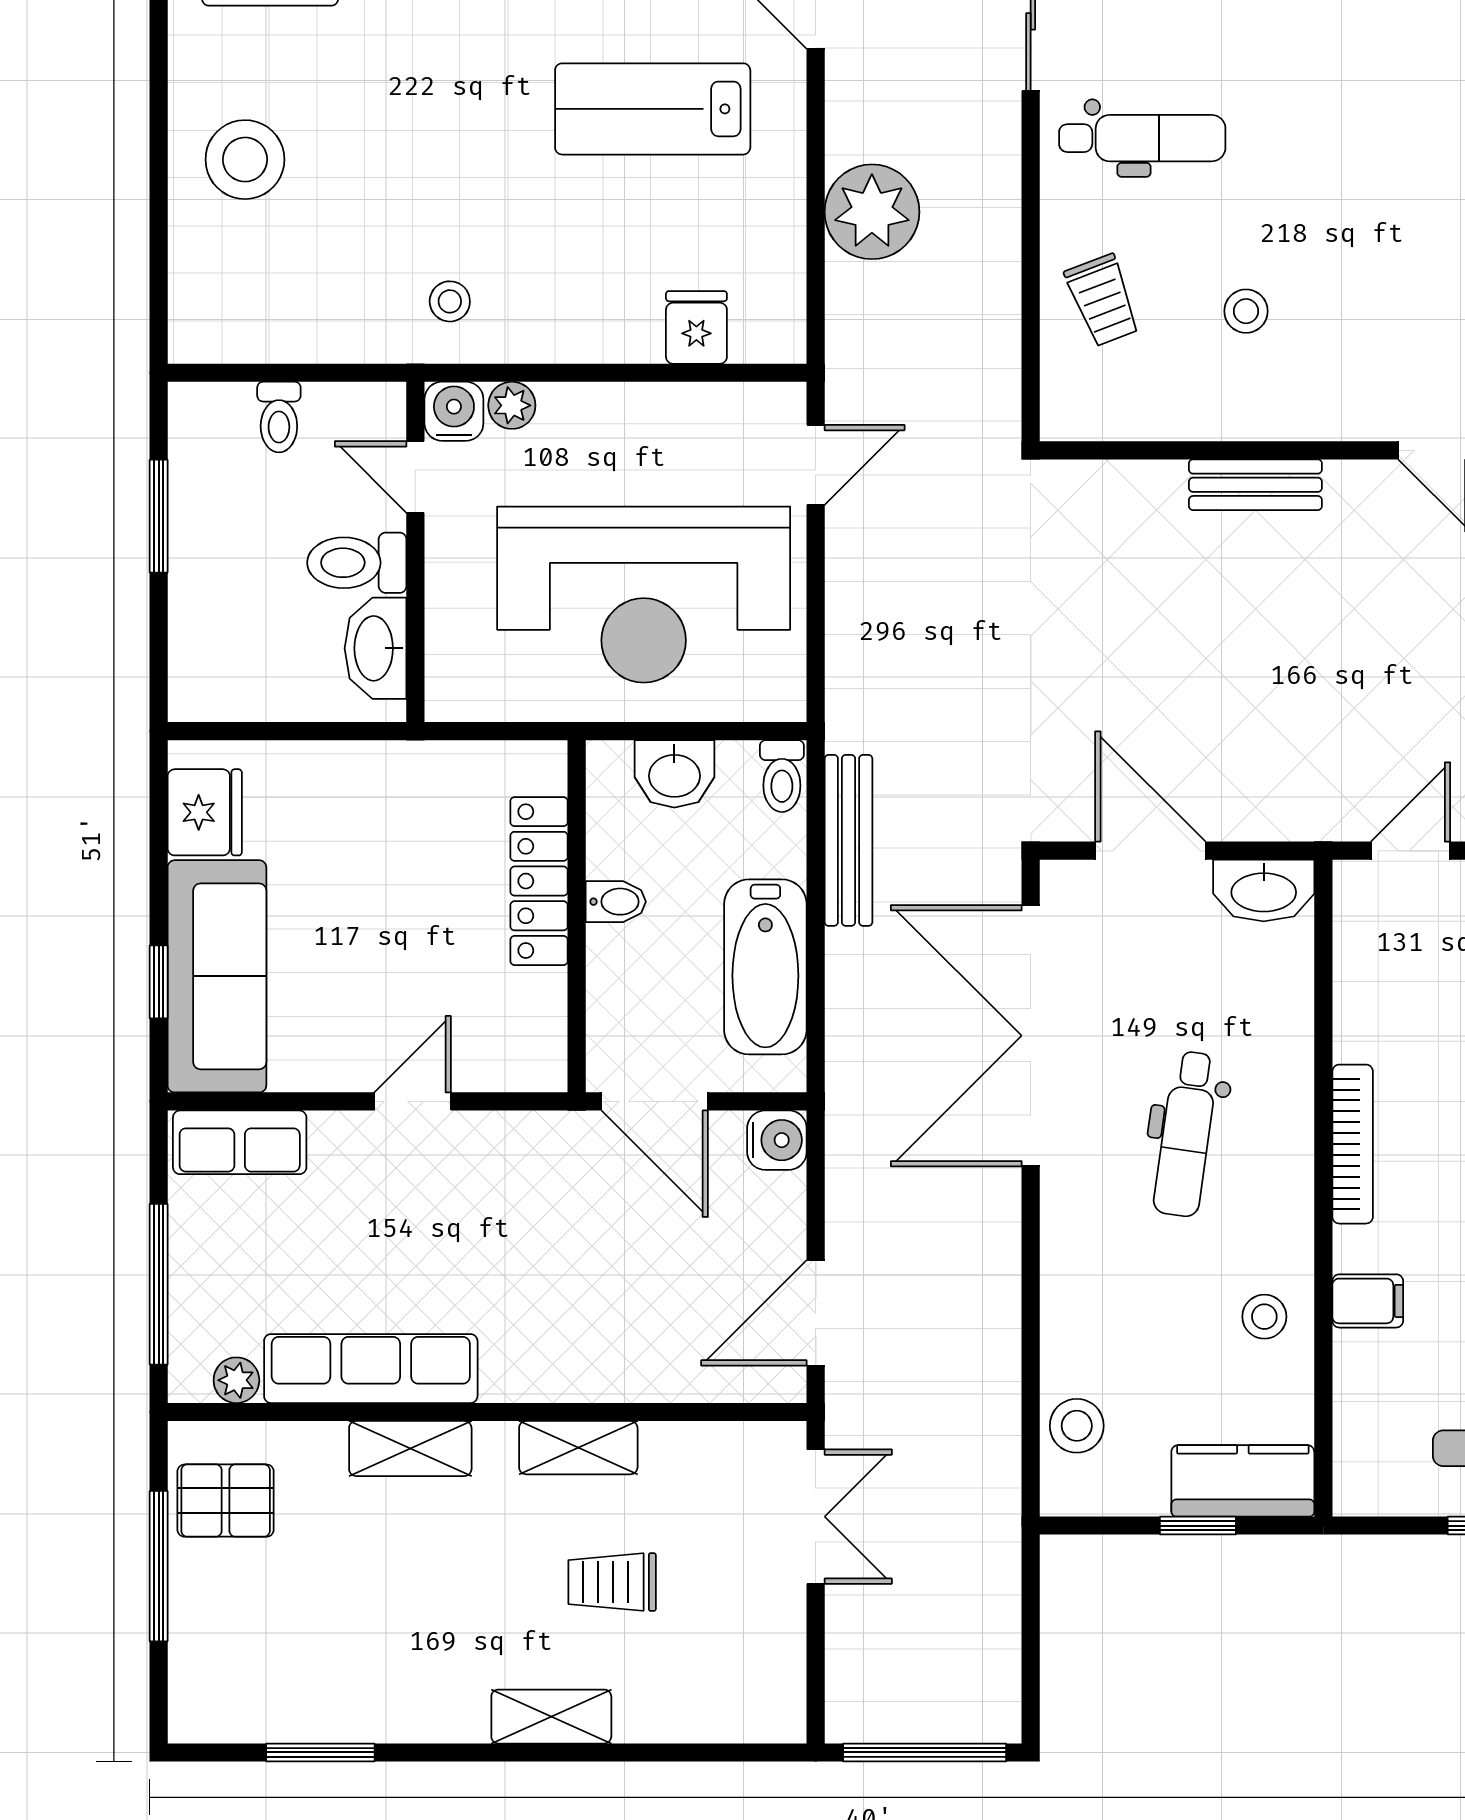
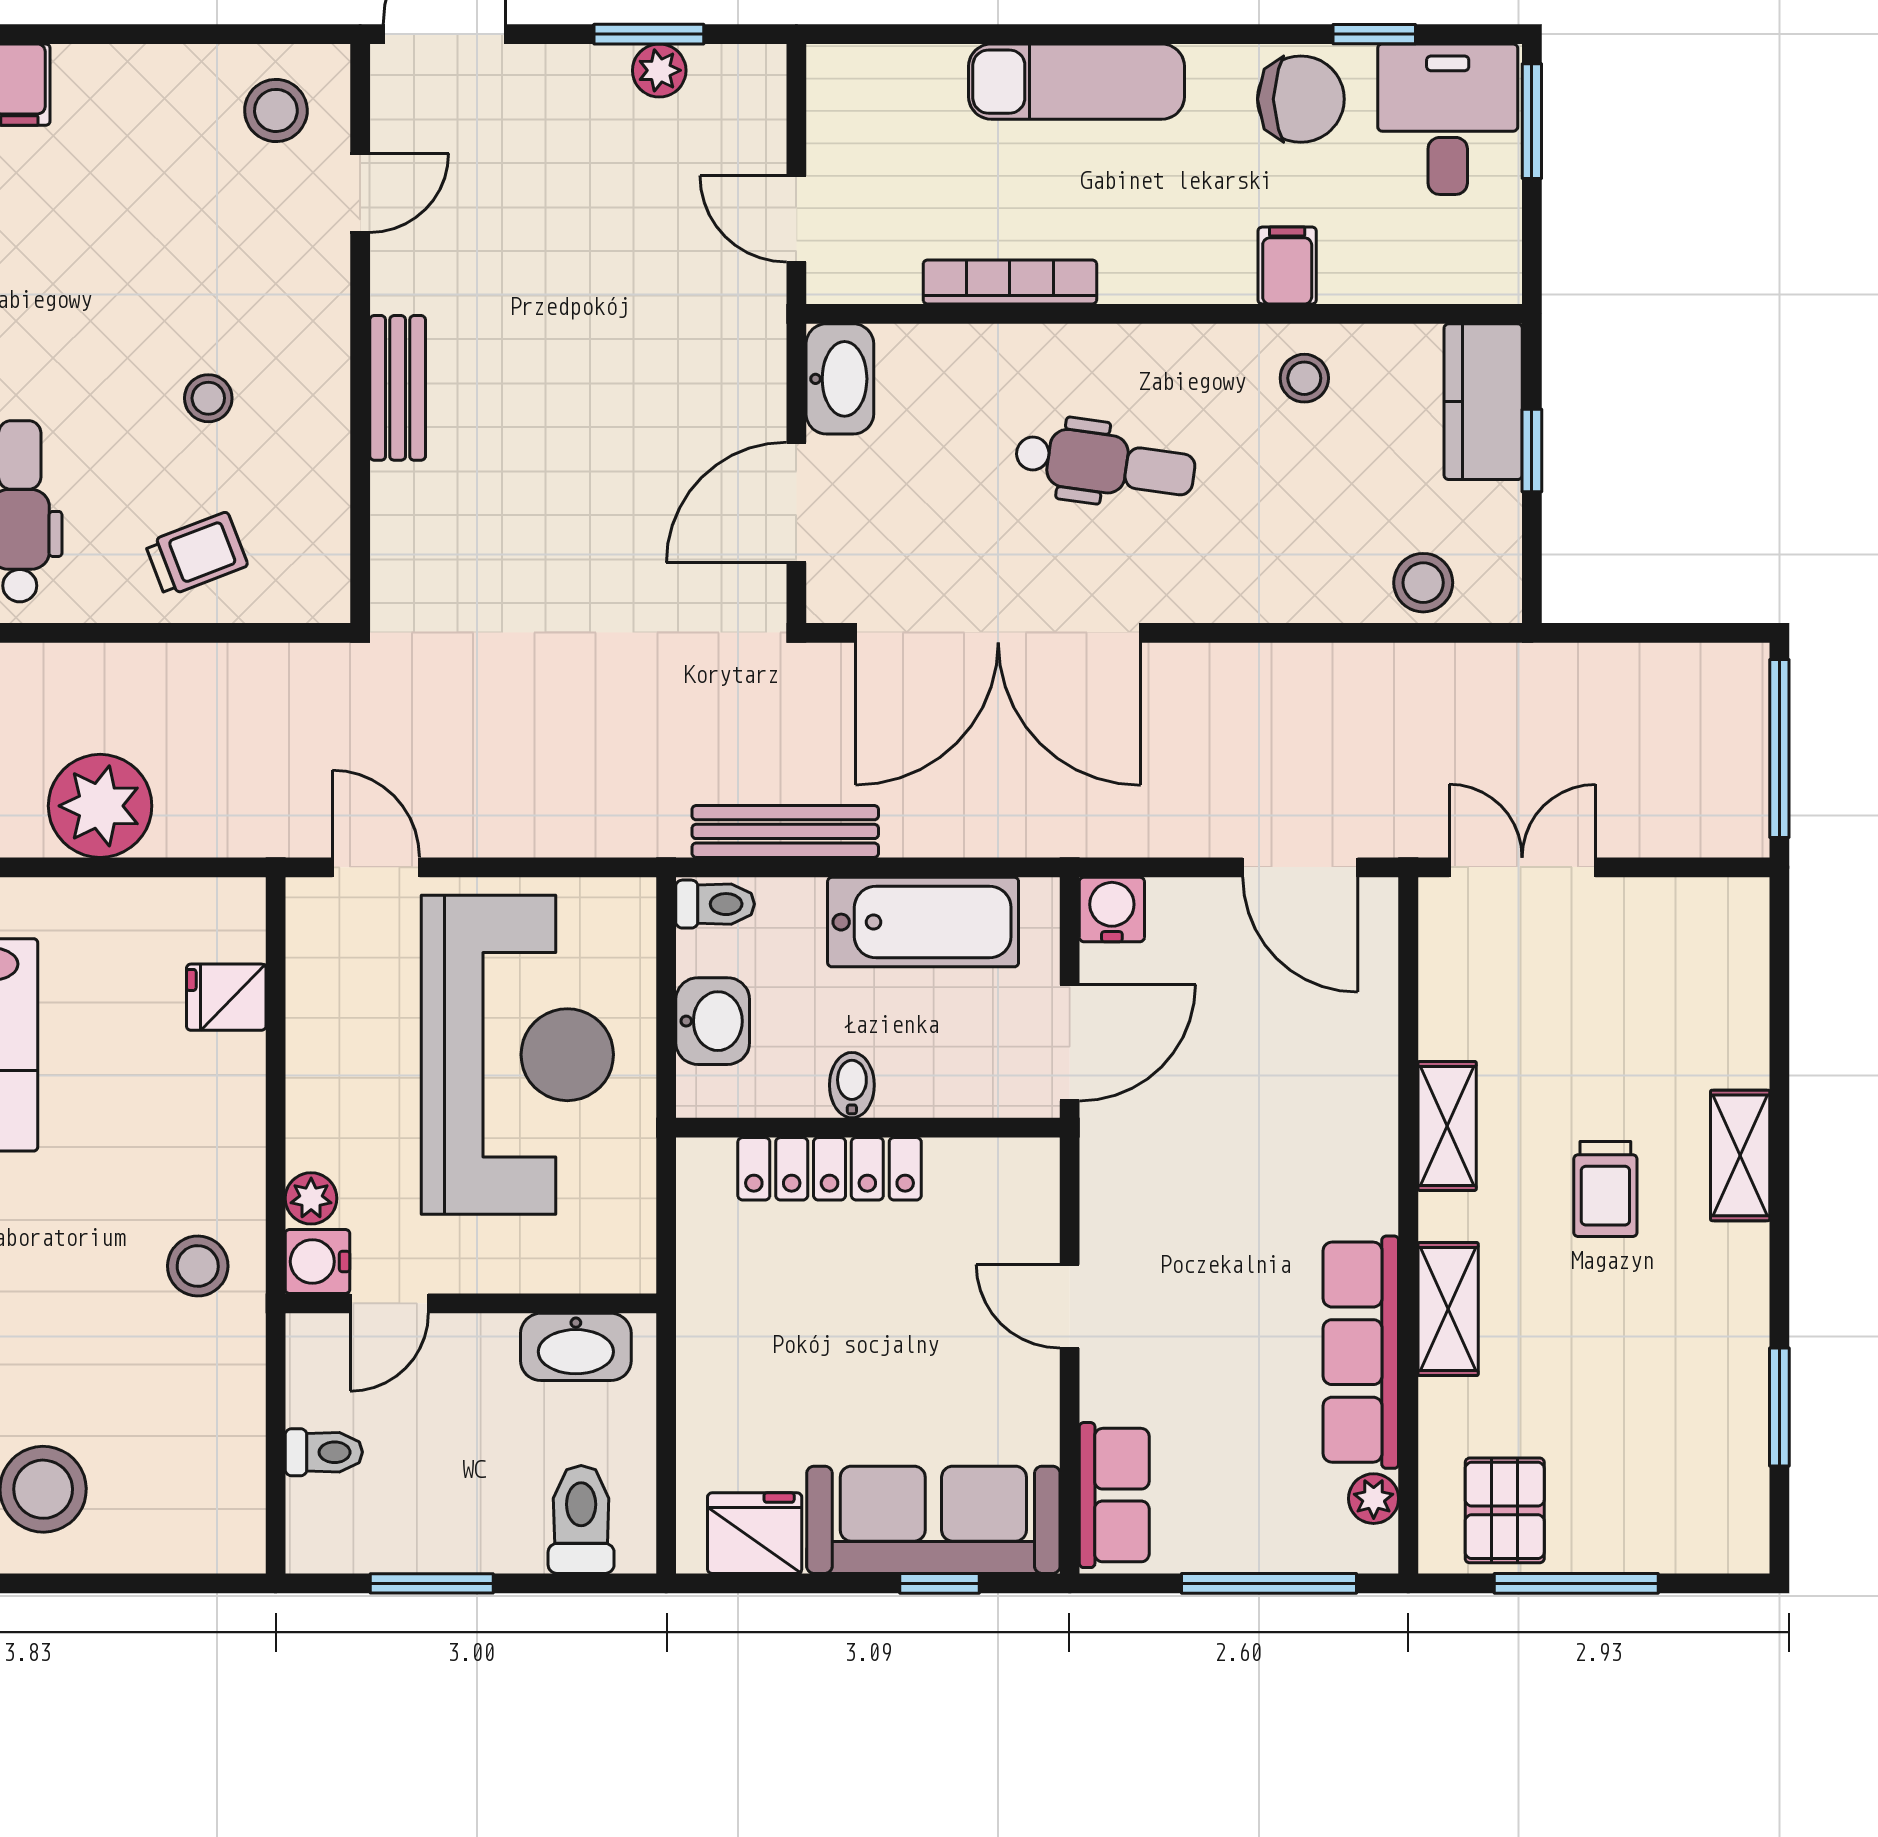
stool: (450, 301) -> (198, 1266), width x1.37, depth x1.37
toilet: (357, 563) -> (581, 1519), moved, turned 180
bookcase: (1353, 1144) -> (1010, 282), moved
trolley: (612, 1582) -> (1605, 1189), moved

